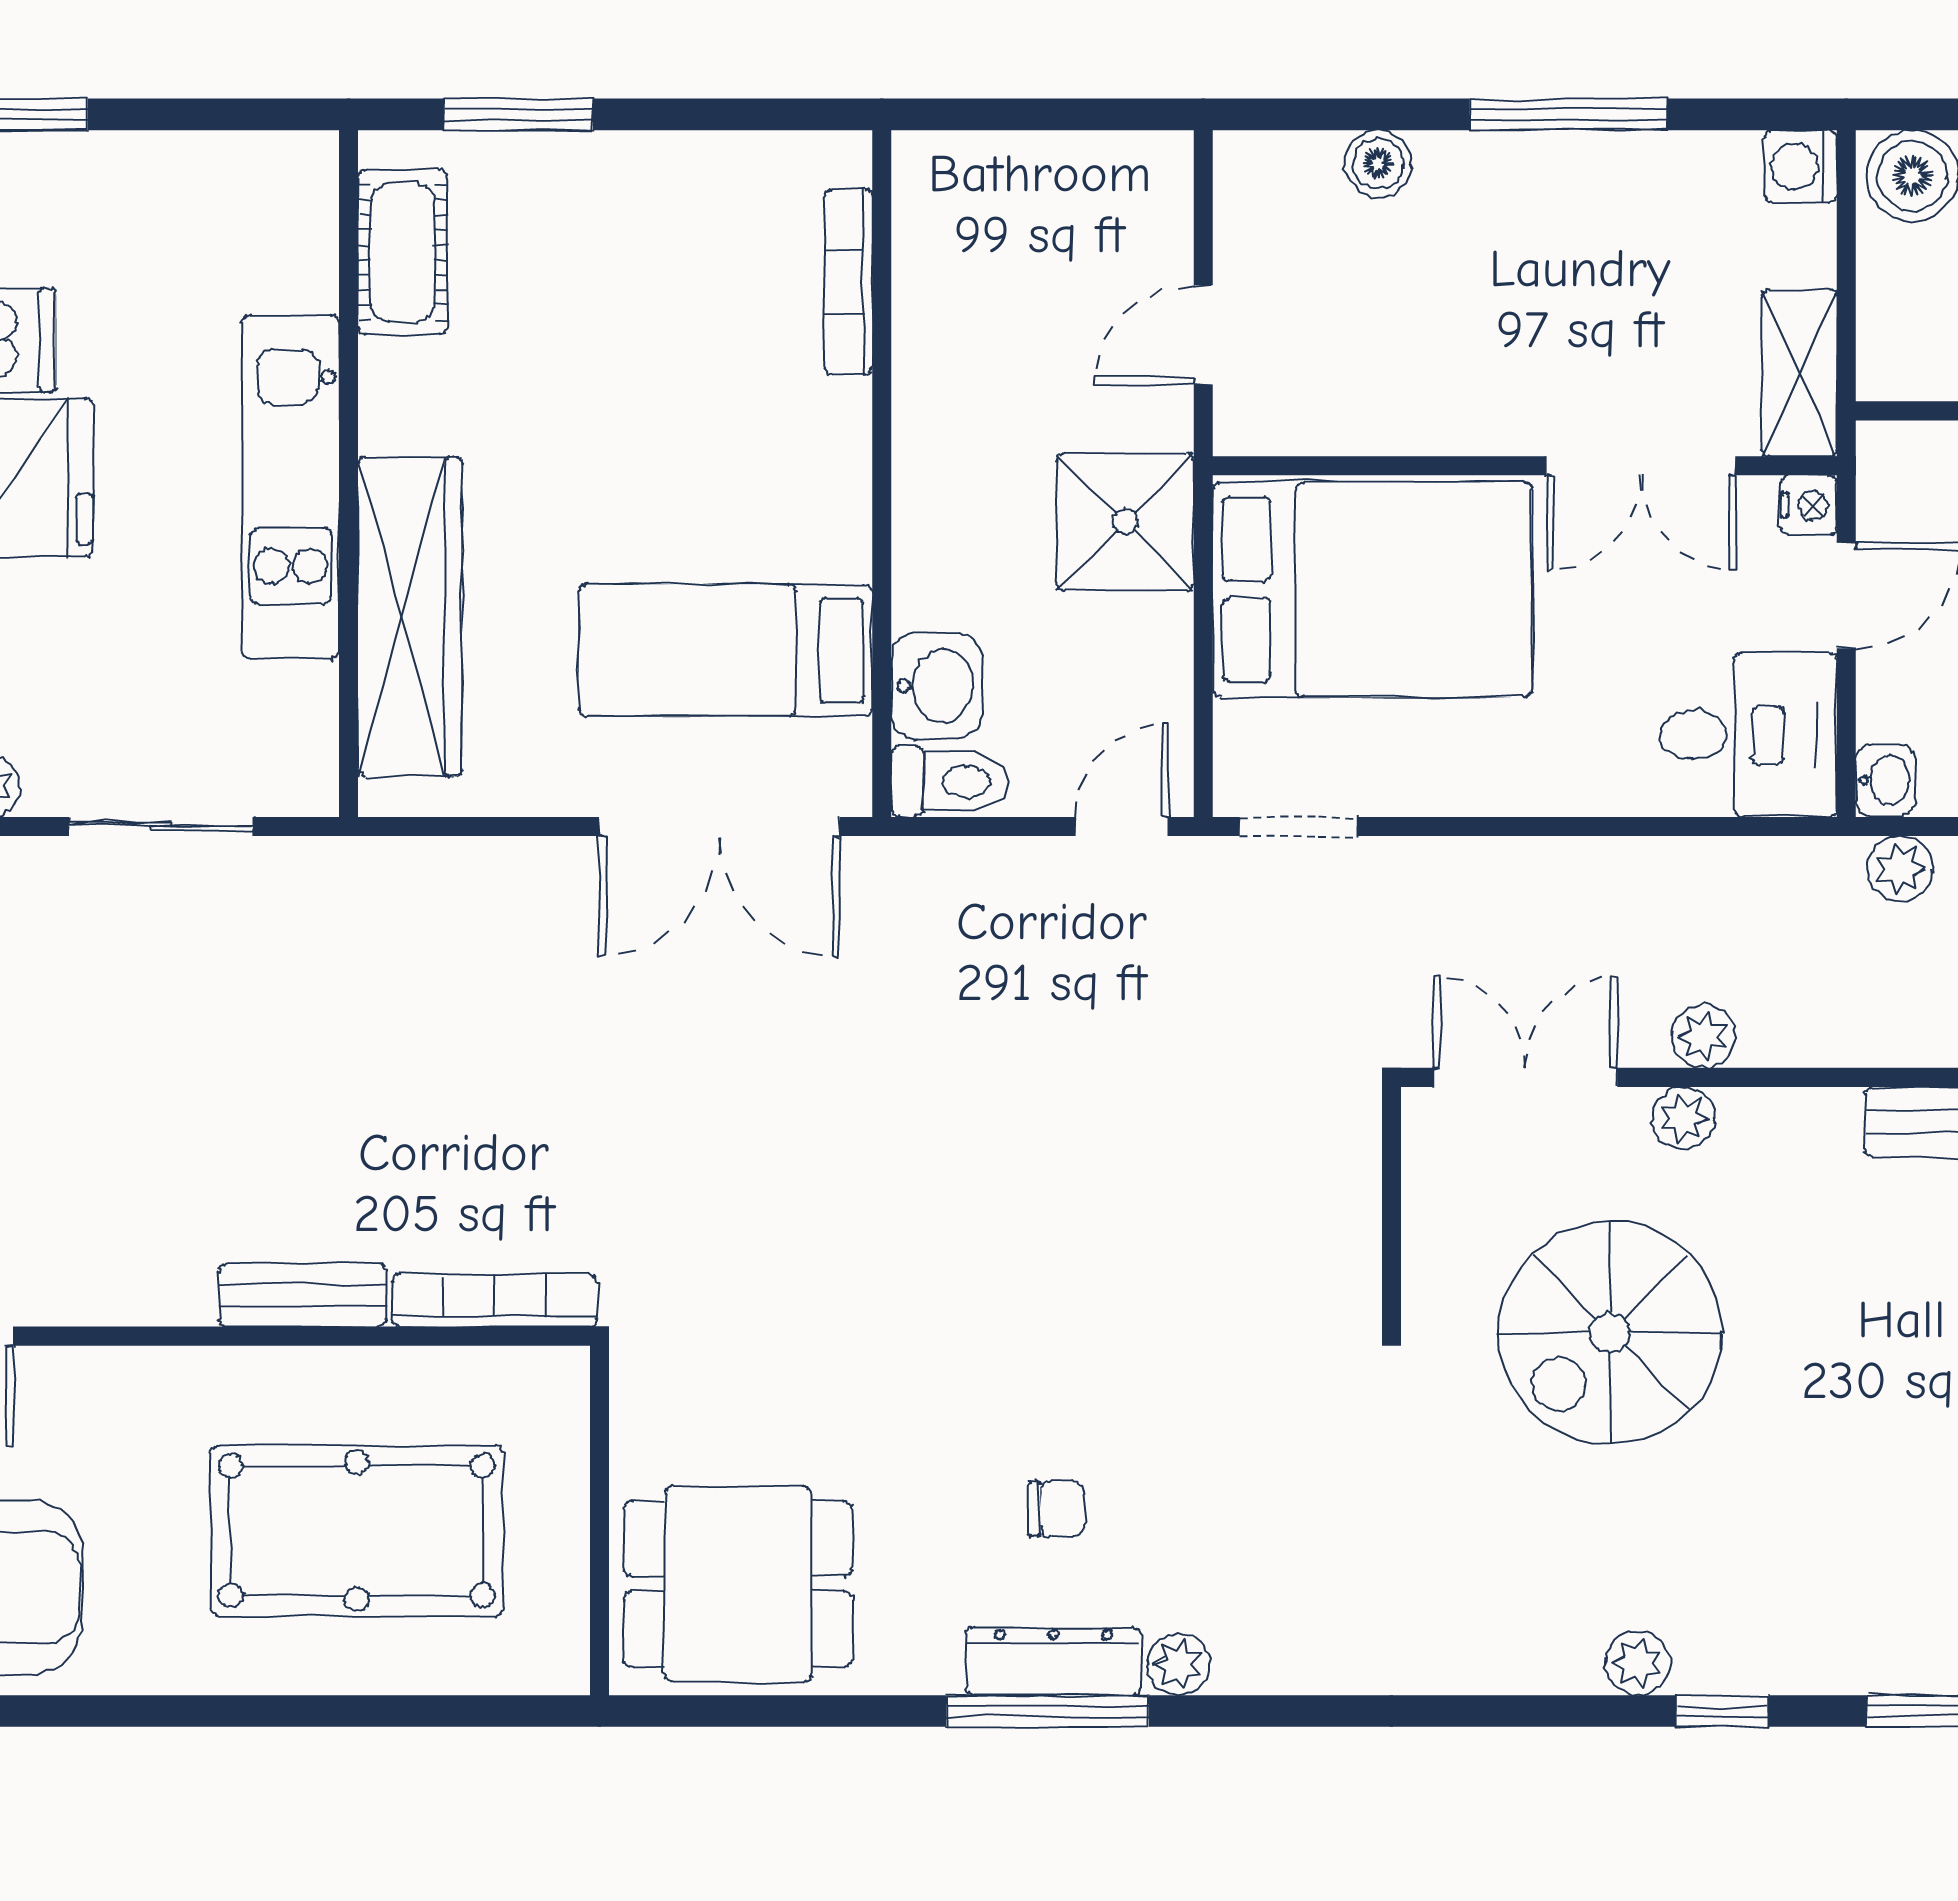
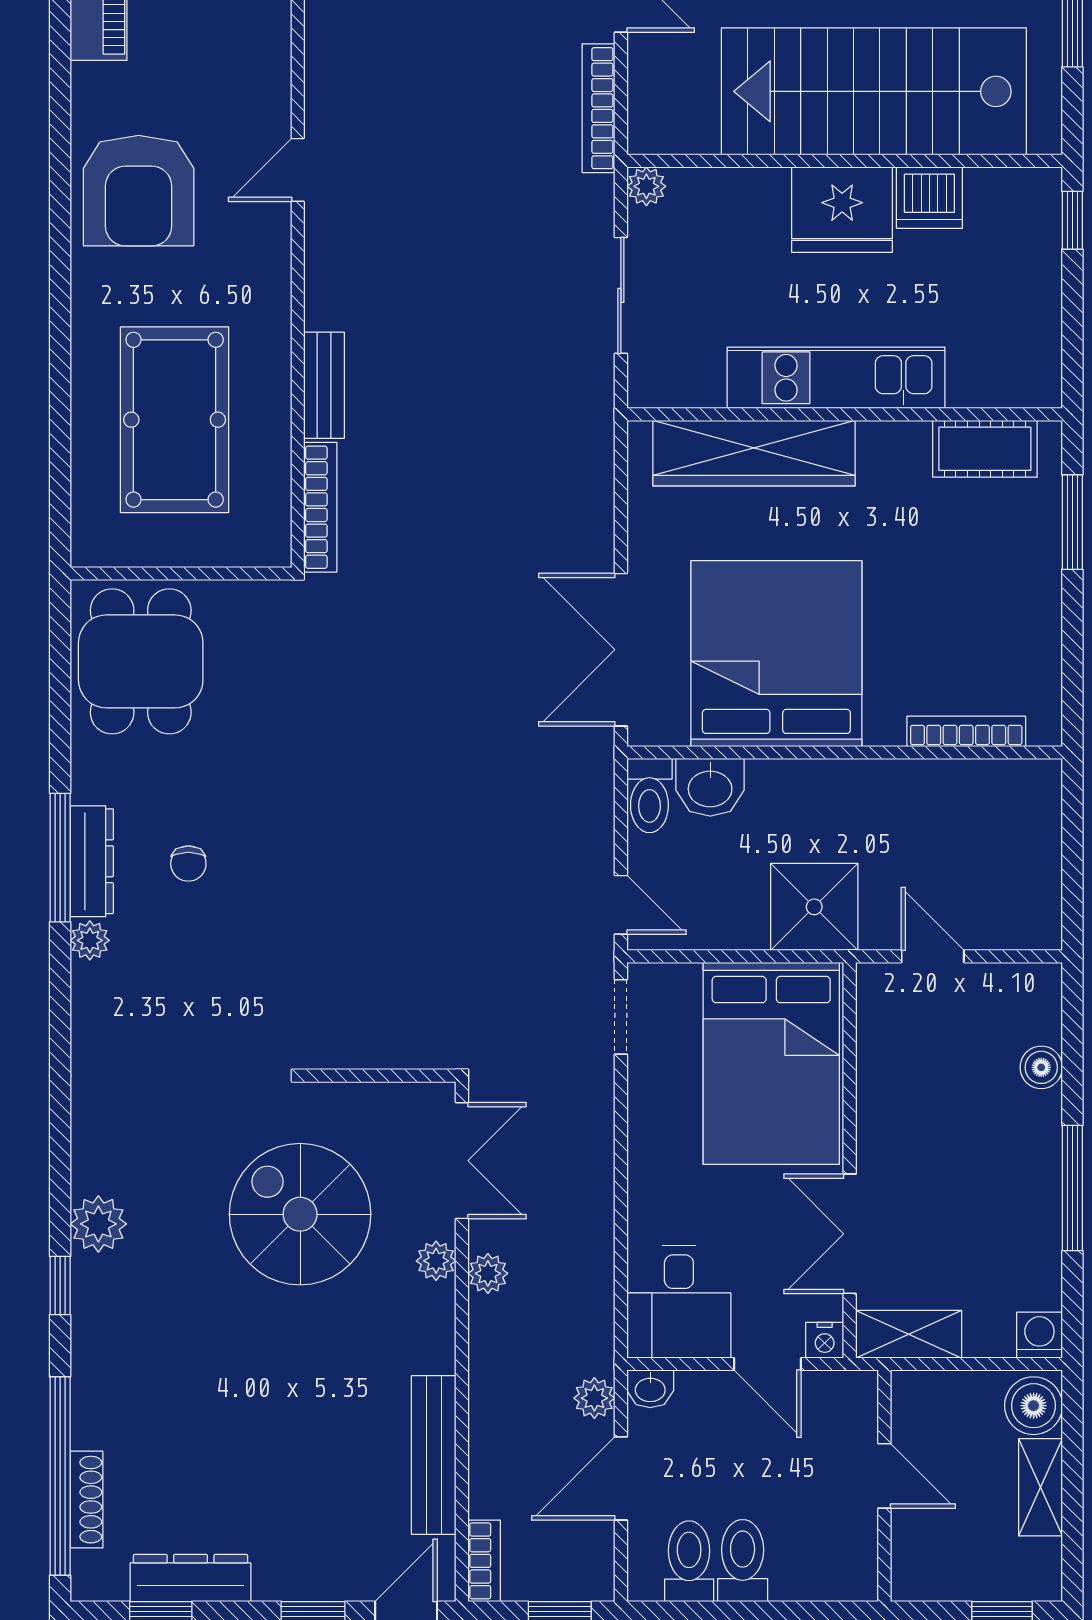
bed: (726, 650) -> (776, 654), width x2.04
plant: (1638, 1663) -> (98, 1224), width x1.38, depth x1.38

